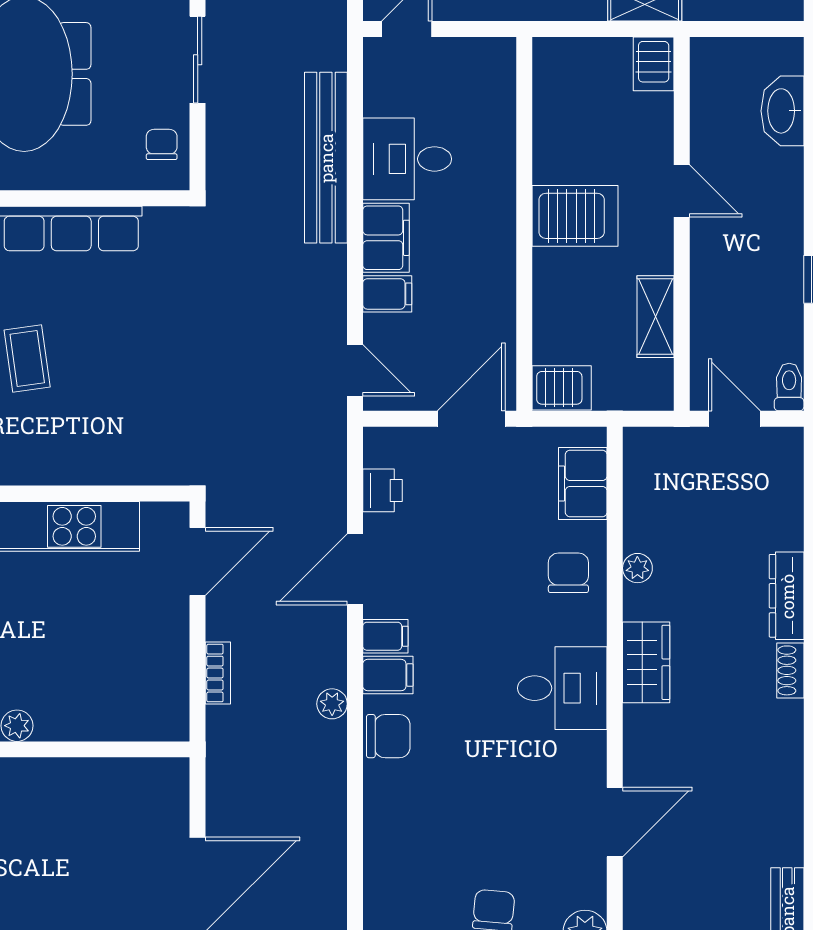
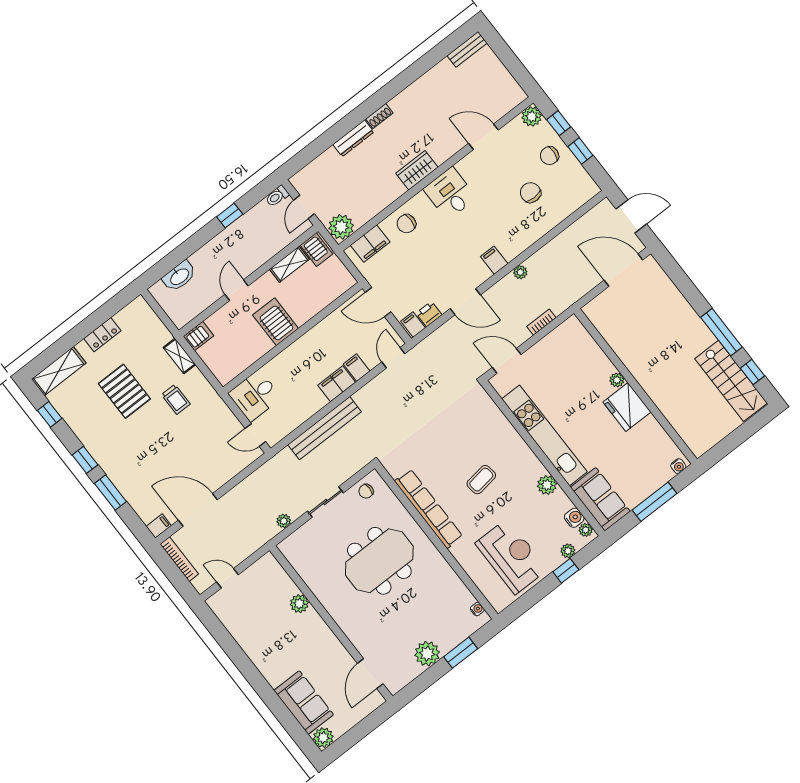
desk: (407, 159) -> (255, 396), moved, turned 90
server rack: (562, 388) -> (316, 250), moved, turned 180
plant: (637, 568) -> (341, 227), moved, width x1.87, depth x1.87
filing cabinet: (385, 636) -> (413, 325), moved
chair: (388, 736) -> (531, 193), moved

